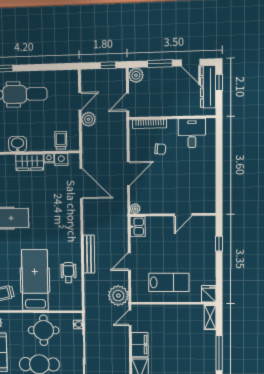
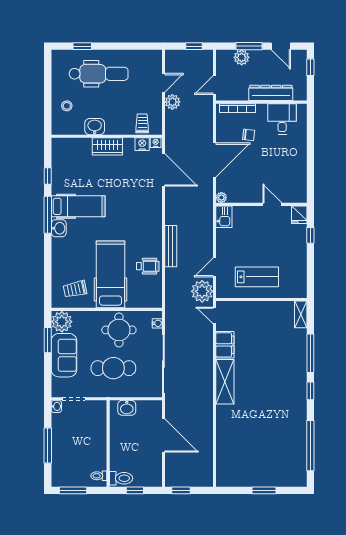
plant: (136, 75) -> (242, 57), moved
dresser: (208, 87) -> (271, 93), moved, turned 90
nightstand: (49, 158) -> (156, 143), moved
door: (128, 174) -> (215, 160), width x1.36
door: (183, 215) -> (272, 204), swing flipped
door: (129, 262) -> (215, 267), moved
wheelchair: (68, 273) -> (148, 266), turned 90
fridge: (209, 294) -> (299, 215), moved, turned 180
door: (130, 318) -> (215, 316), hinge flipped

